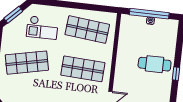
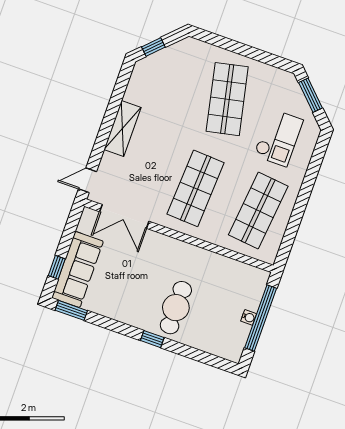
checkout: (42, 28) -> (278, 138), turned 180

